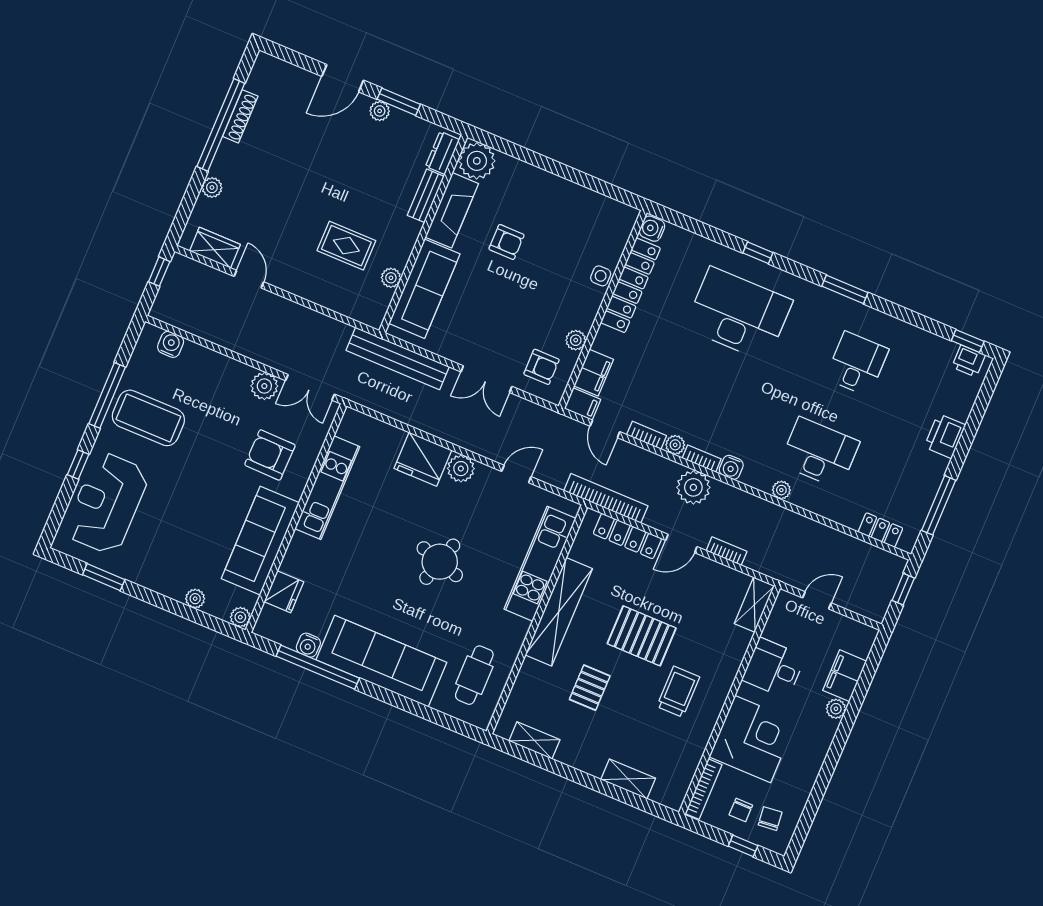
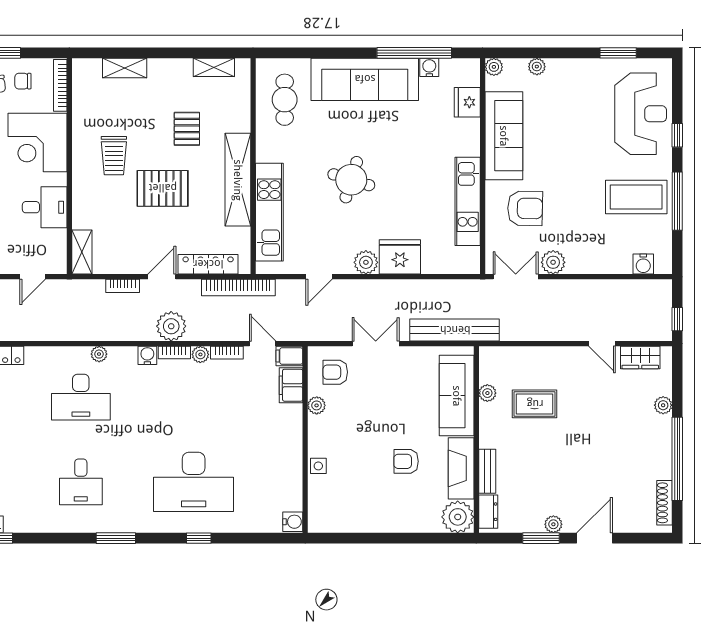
shoe rack: (240, 116) -> (664, 503), moved
locker: (630, 285) -> (291, 468), removed
chair: (741, 810) -> (23, 81), turned -90

